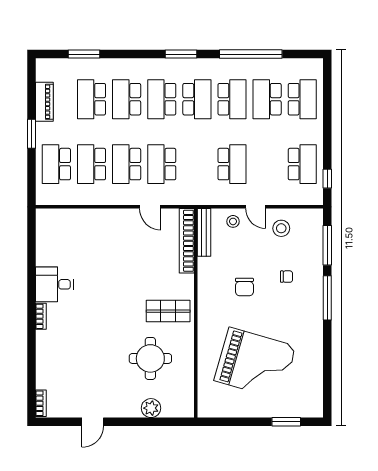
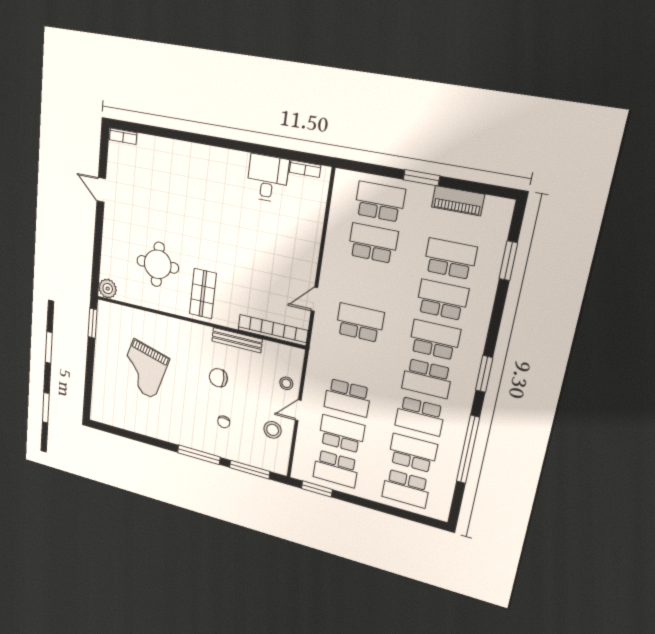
school desk: (127, 164) -> (342, 434), moved
window: (327, 179) -> (317, 489), width x1.50
bench: (204, 232) -> (237, 340), moved
desk: (54, 284) -> (267, 178), moved
bookcase: (41, 316) -> (305, 169), moved
grand piano: (255, 363) -> (144, 369), width x0.73, depth x0.68
plant: (151, 408) -> (108, 289), moved
window: (286, 422) -> (92, 323), moved

